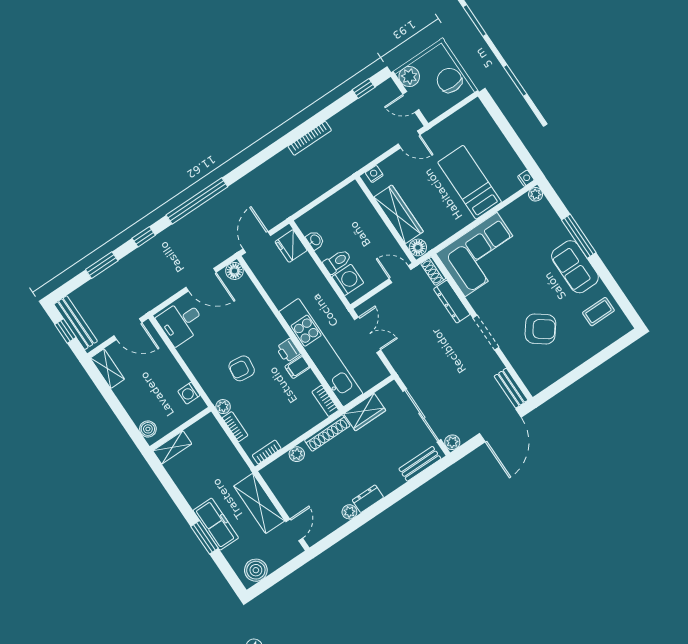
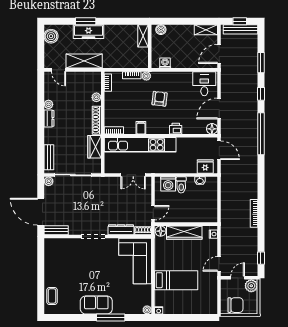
coffee table: (598, 312) -> (52, 296), moved
armchair: (540, 329) -> (76, 266), removed
printer: (288, 351) -> (176, 129), moved

